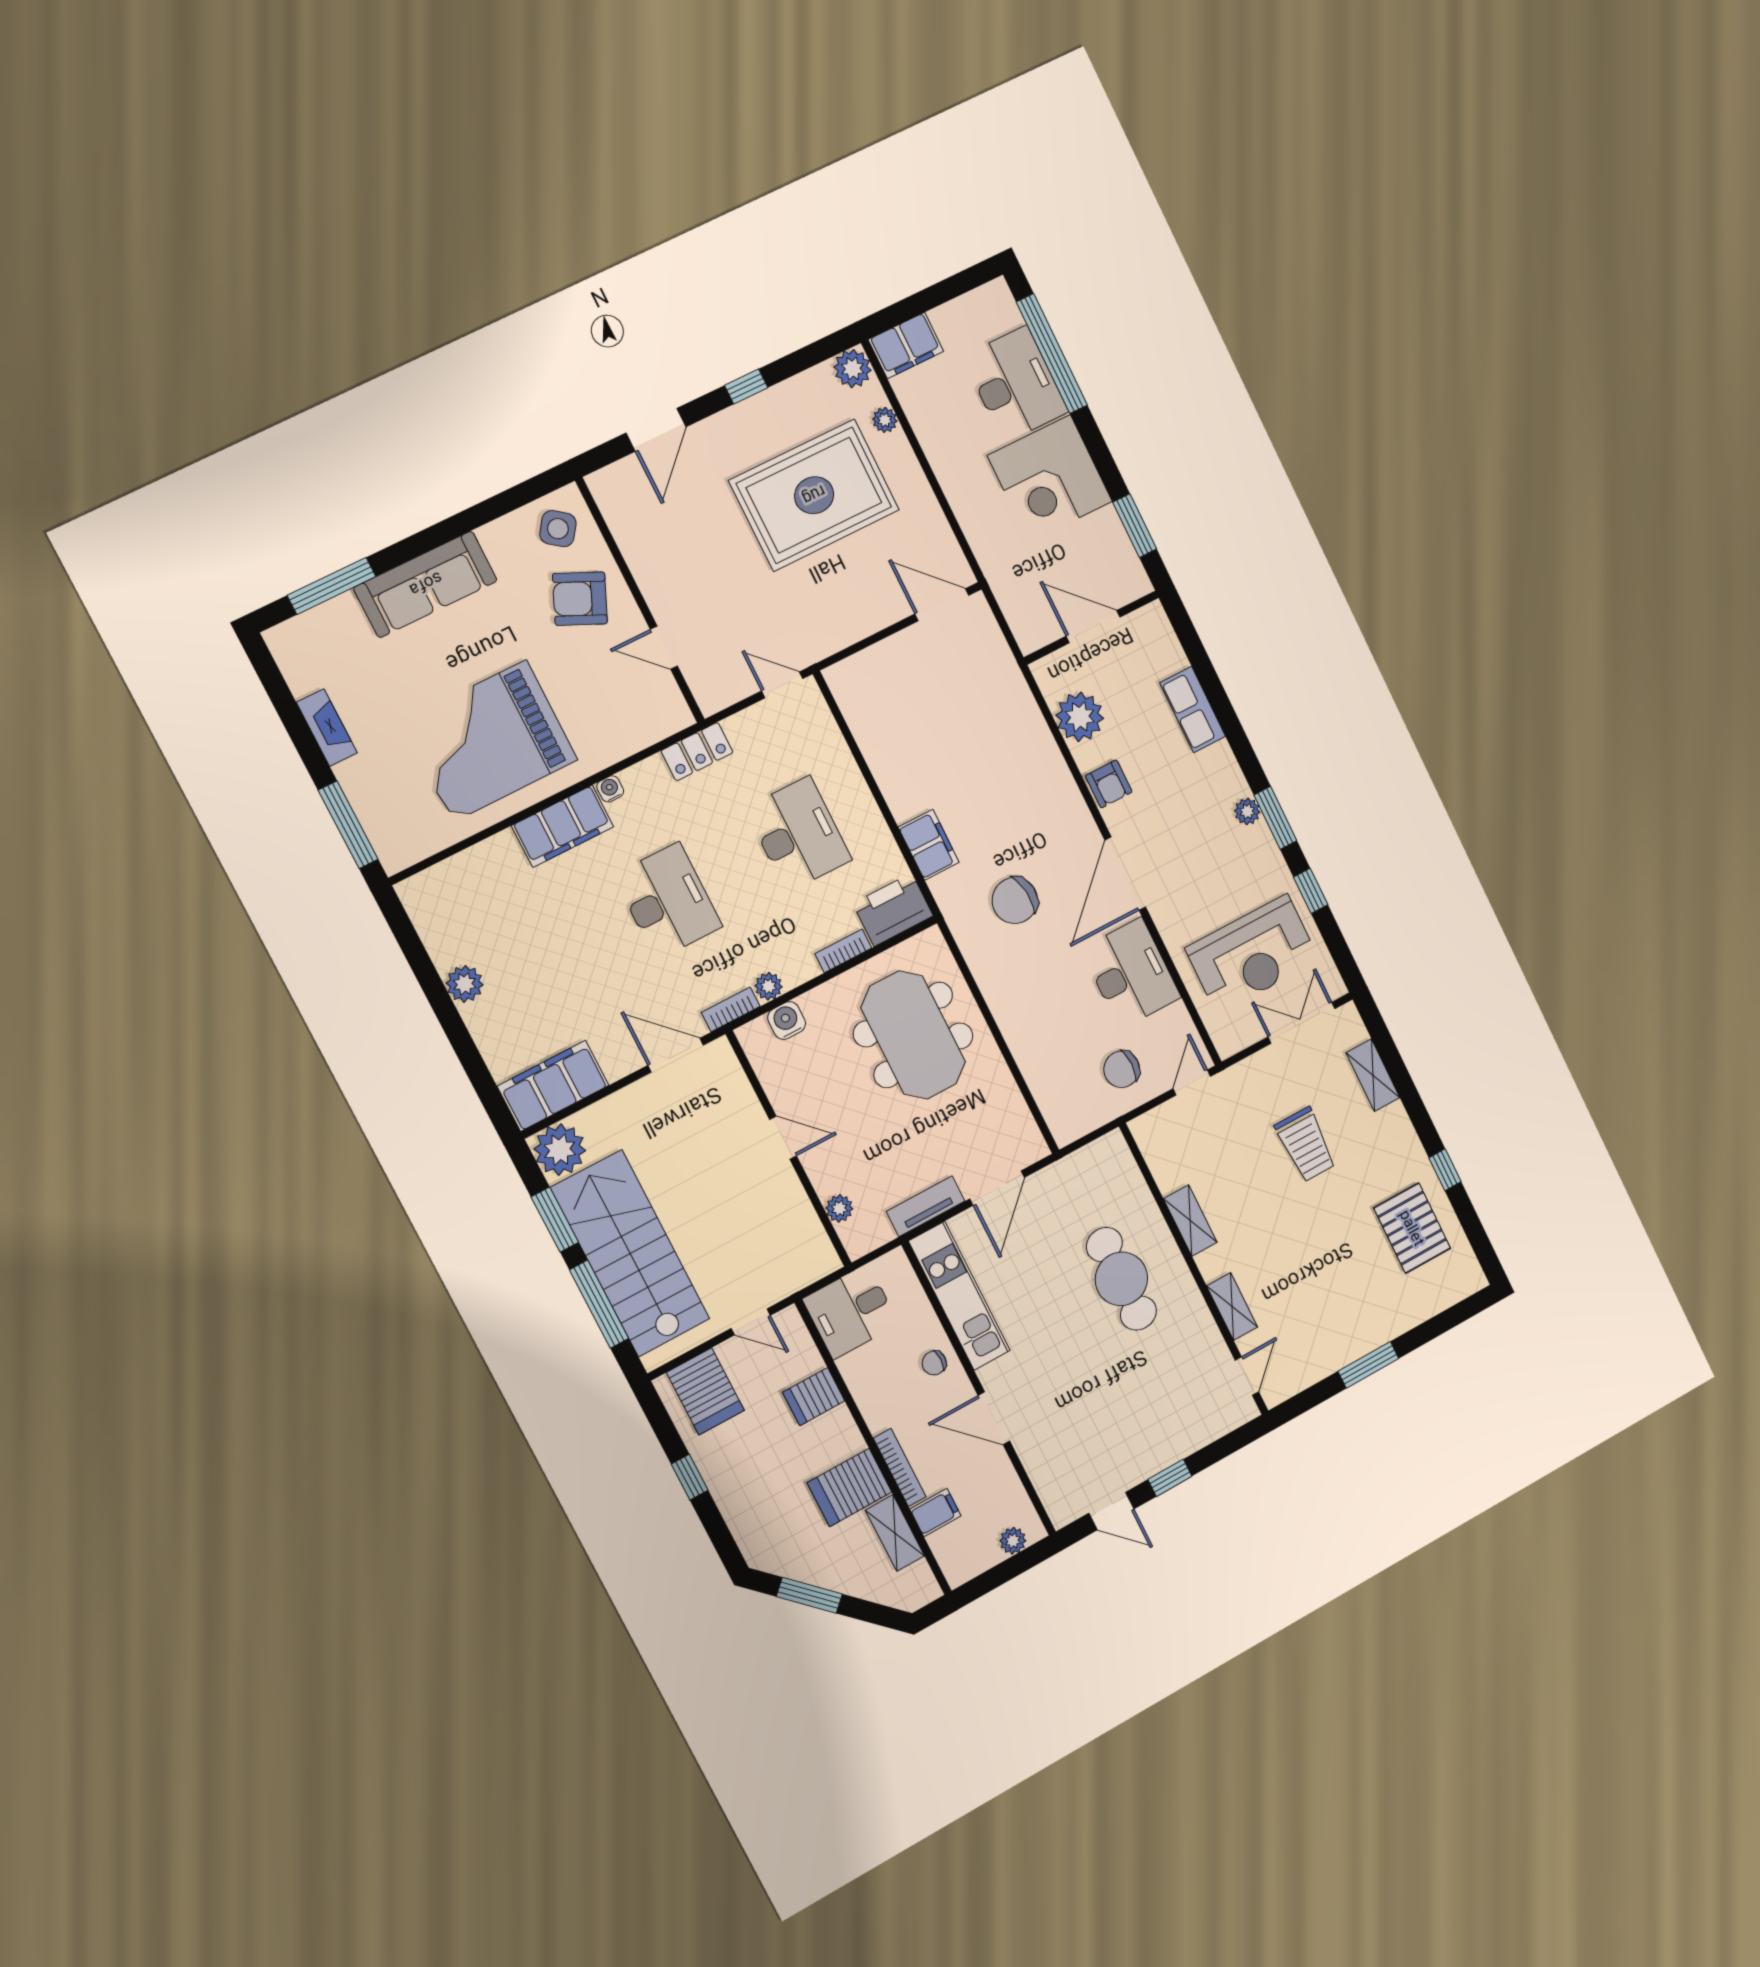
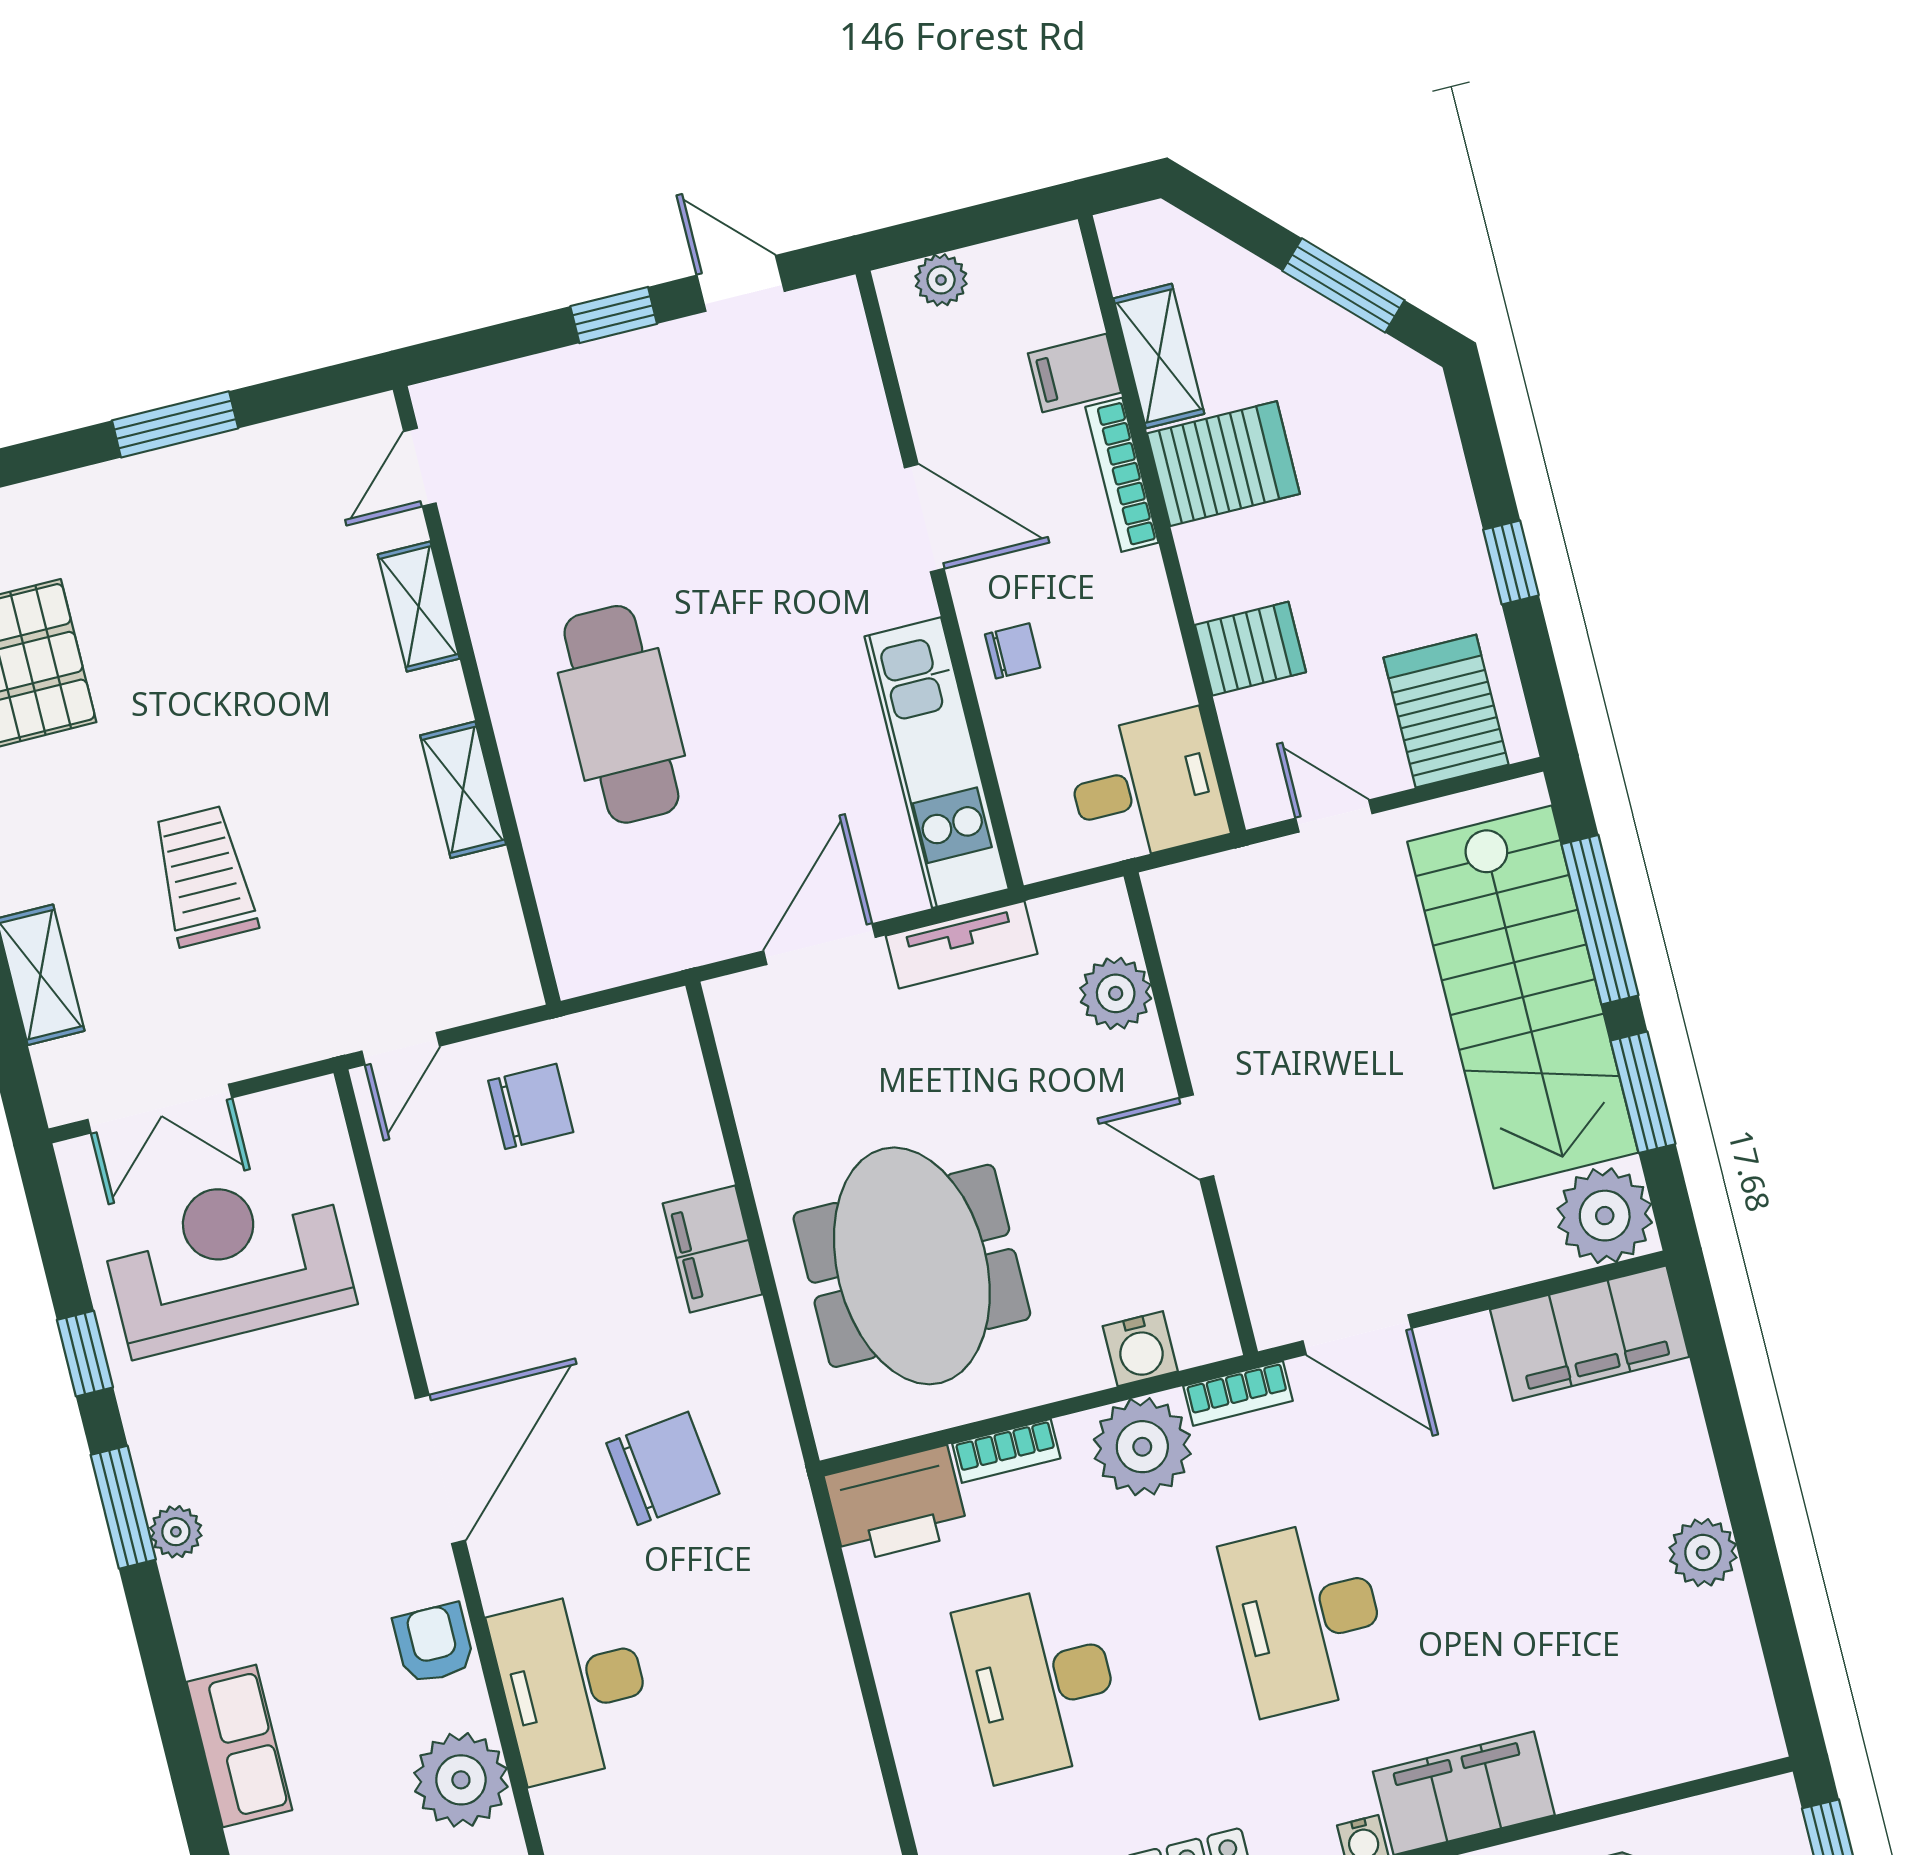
filing cabinet: (929, 845) -> (713, 1249), moved
desk: (1131, 973) -> (573, 1686), moved
plant: (768, 986) -> (1142, 1447), width x1.88, depth x1.88
plant: (839, 1208) -> (1116, 993), width x1.38, depth x1.38

